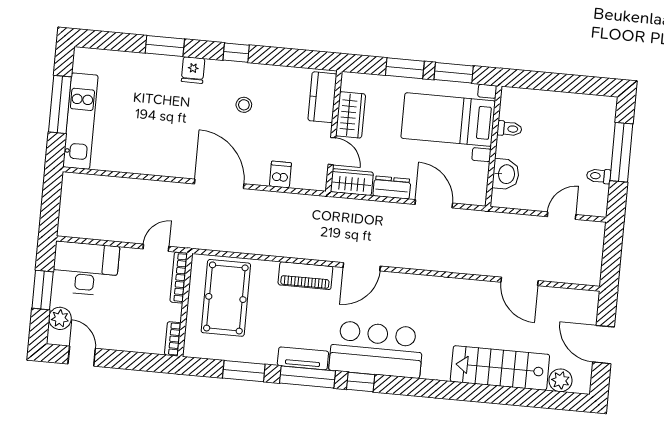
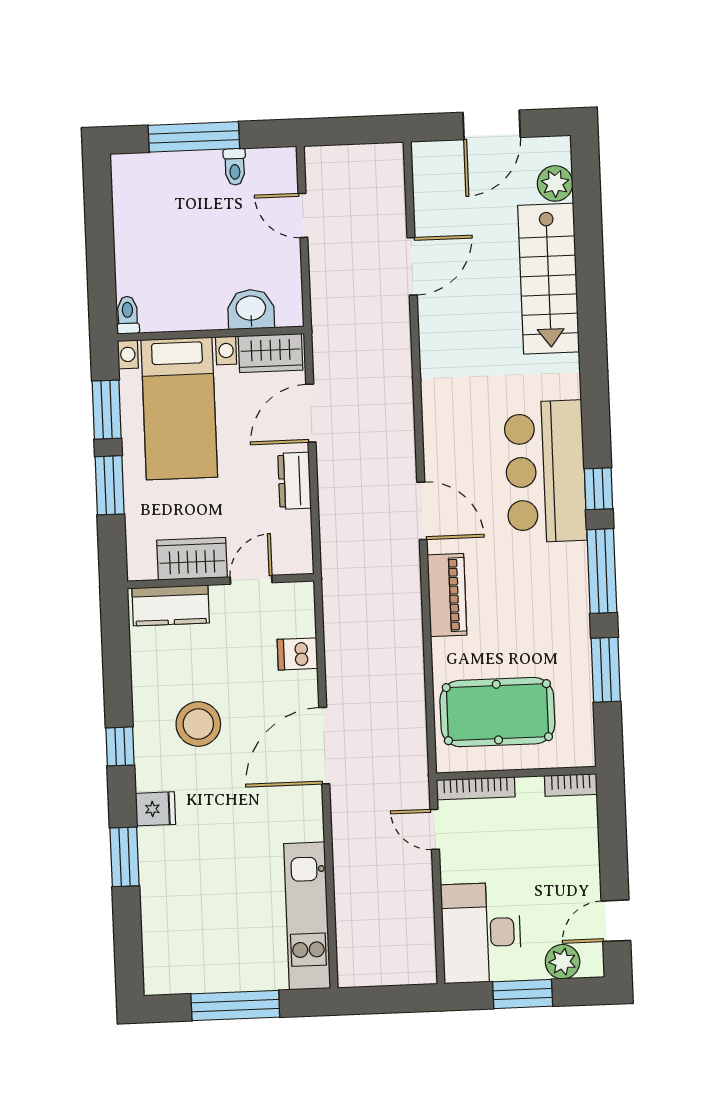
stool: (244, 105) -> (198, 724), width x1.89, depth x1.89
kitchen unit: (80, 121) -> (307, 916), moved, turned -90
toilet: (509, 129) -> (128, 315), moved
wardrobe: (352, 182) -> (271, 353), moved, turned -90
tv unit: (303, 358) -> (574, 582), removed

